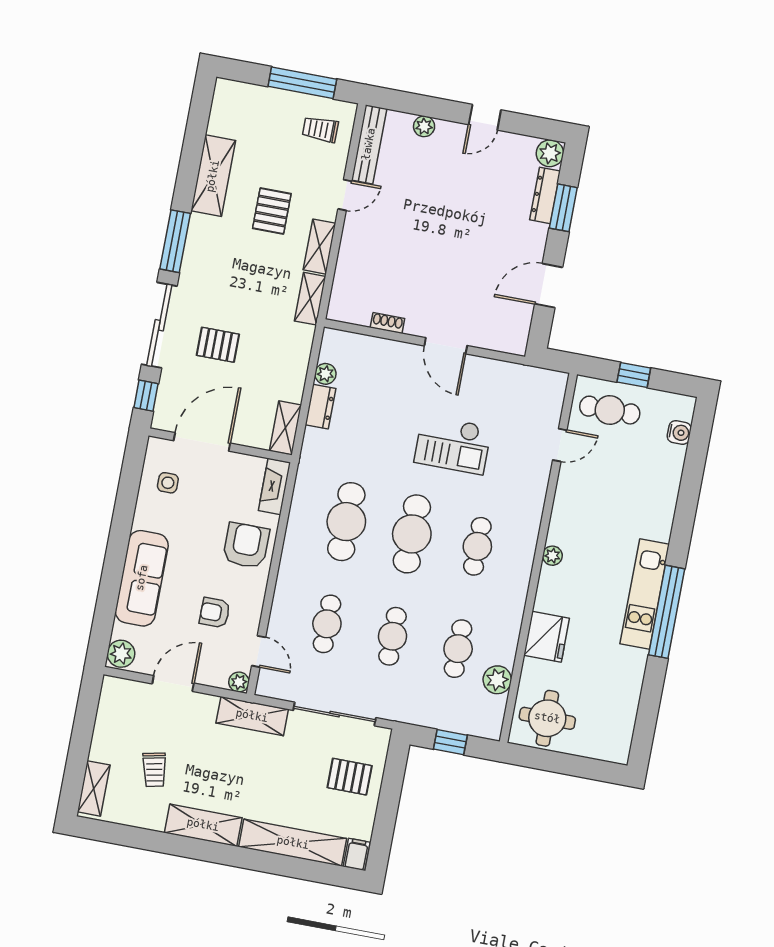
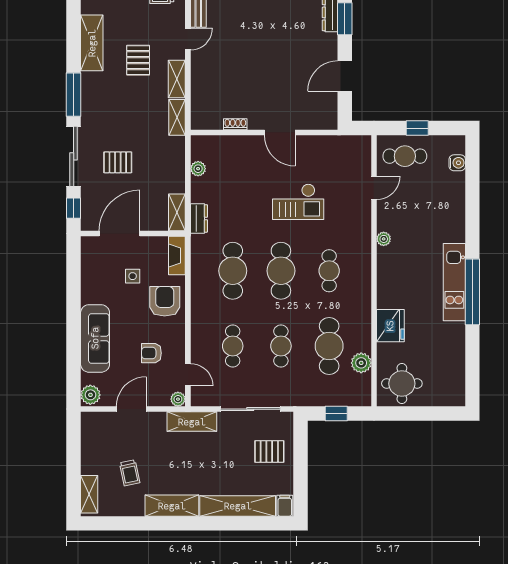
dresser: (320, 407) -> (199, 218), moved
side table: (168, 483) -> (133, 276), moved
plant: (552, 556) -> (384, 239), moved
cafe table: (458, 649) -> (329, 346), width x1.37, depth x1.35

